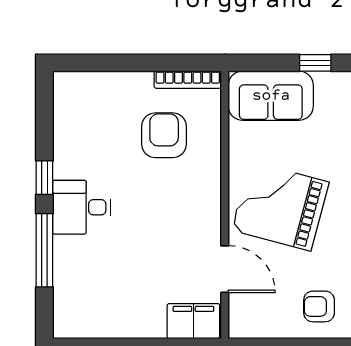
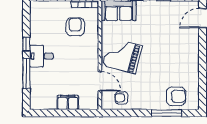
armchair: (319, 306) -> (121, 98), moved
filing cabinet: (193, 321) -> (68, 102), moved

